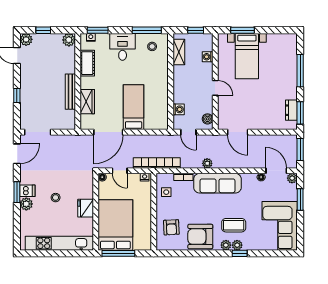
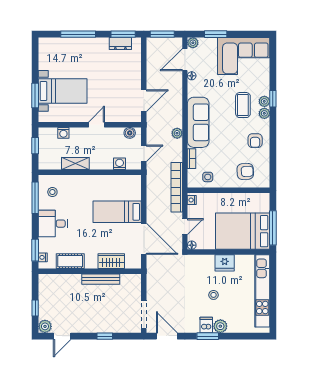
plant: (69, 40) -> (45, 281), removed
shelving: (179, 52) -> (75, 164), moved
armchair: (200, 237) -> (255, 141), width x0.53, depth x0.53

